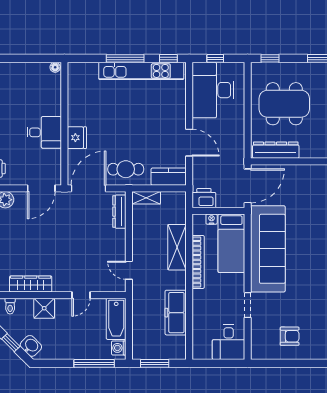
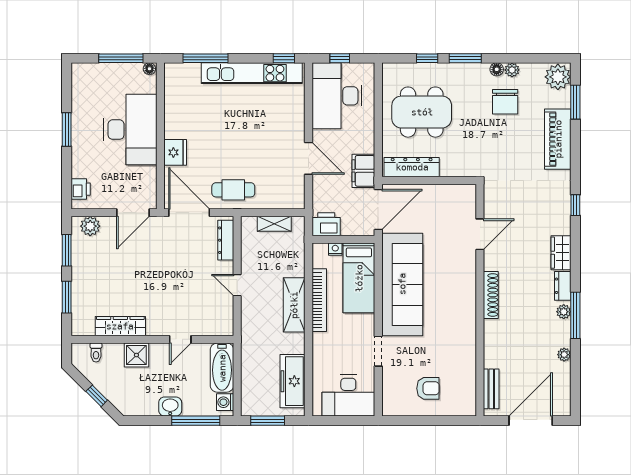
window: (31, 58) -> (121, 58), added
window: (125, 58) -> (205, 58), moved
window: (270, 58) -> (427, 58), moved
desk: (44, 132) -> (130, 130), width x1.87, depth x1.30
filing cabinet: (235, 153) -> (363, 171), added
kitchen counter: (169, 177) -> (284, 199), removed
door: (89, 188) -> (189, 213), hinge flipped
shelving: (146, 198) -> (274, 224), moved
shelving: (177, 247) -> (294, 305), moved
door: (129, 270) -> (237, 285), moved
freezer: (176, 313) -> (293, 381), moved
desk: (229, 342) -> (348, 395), width x1.37
washbasin: (31, 346) -> (170, 407), moved, turned -45

